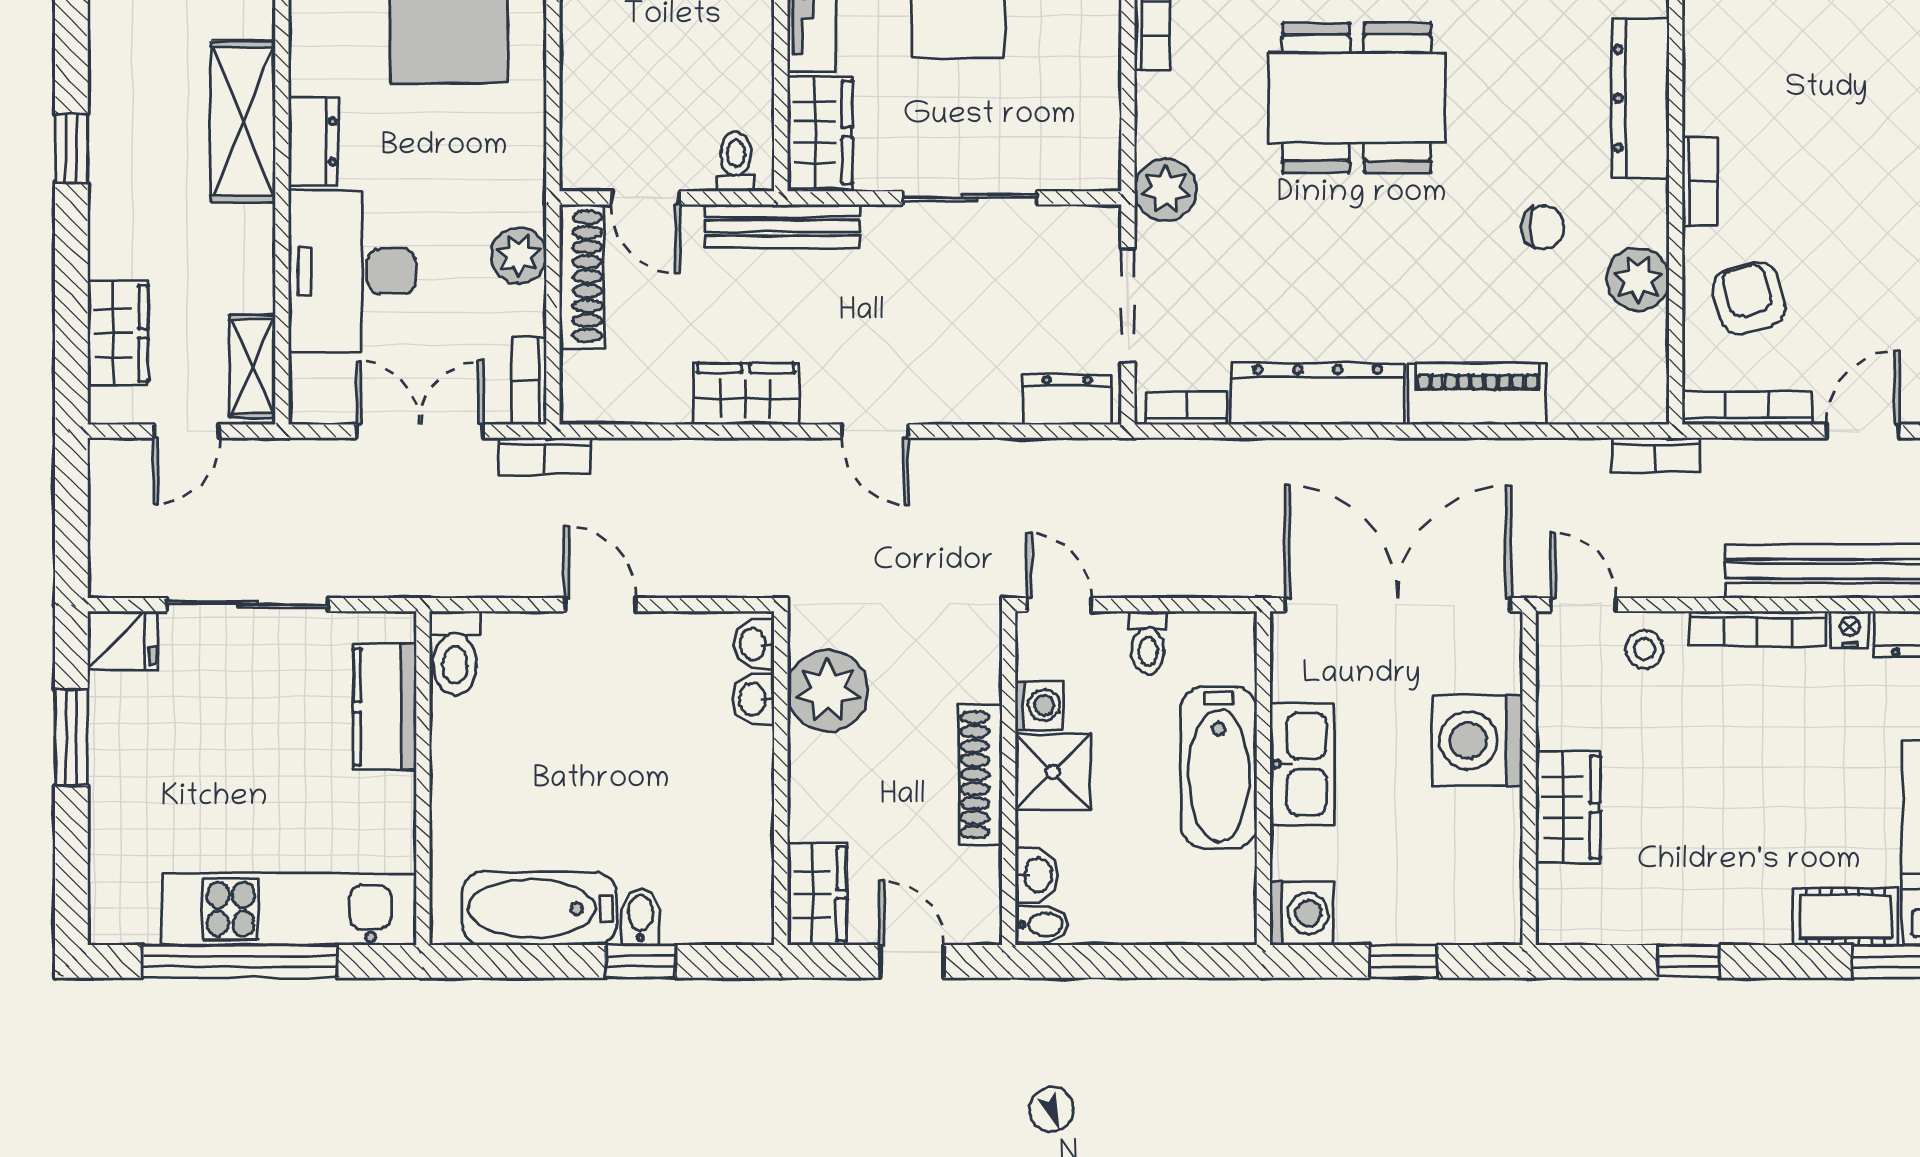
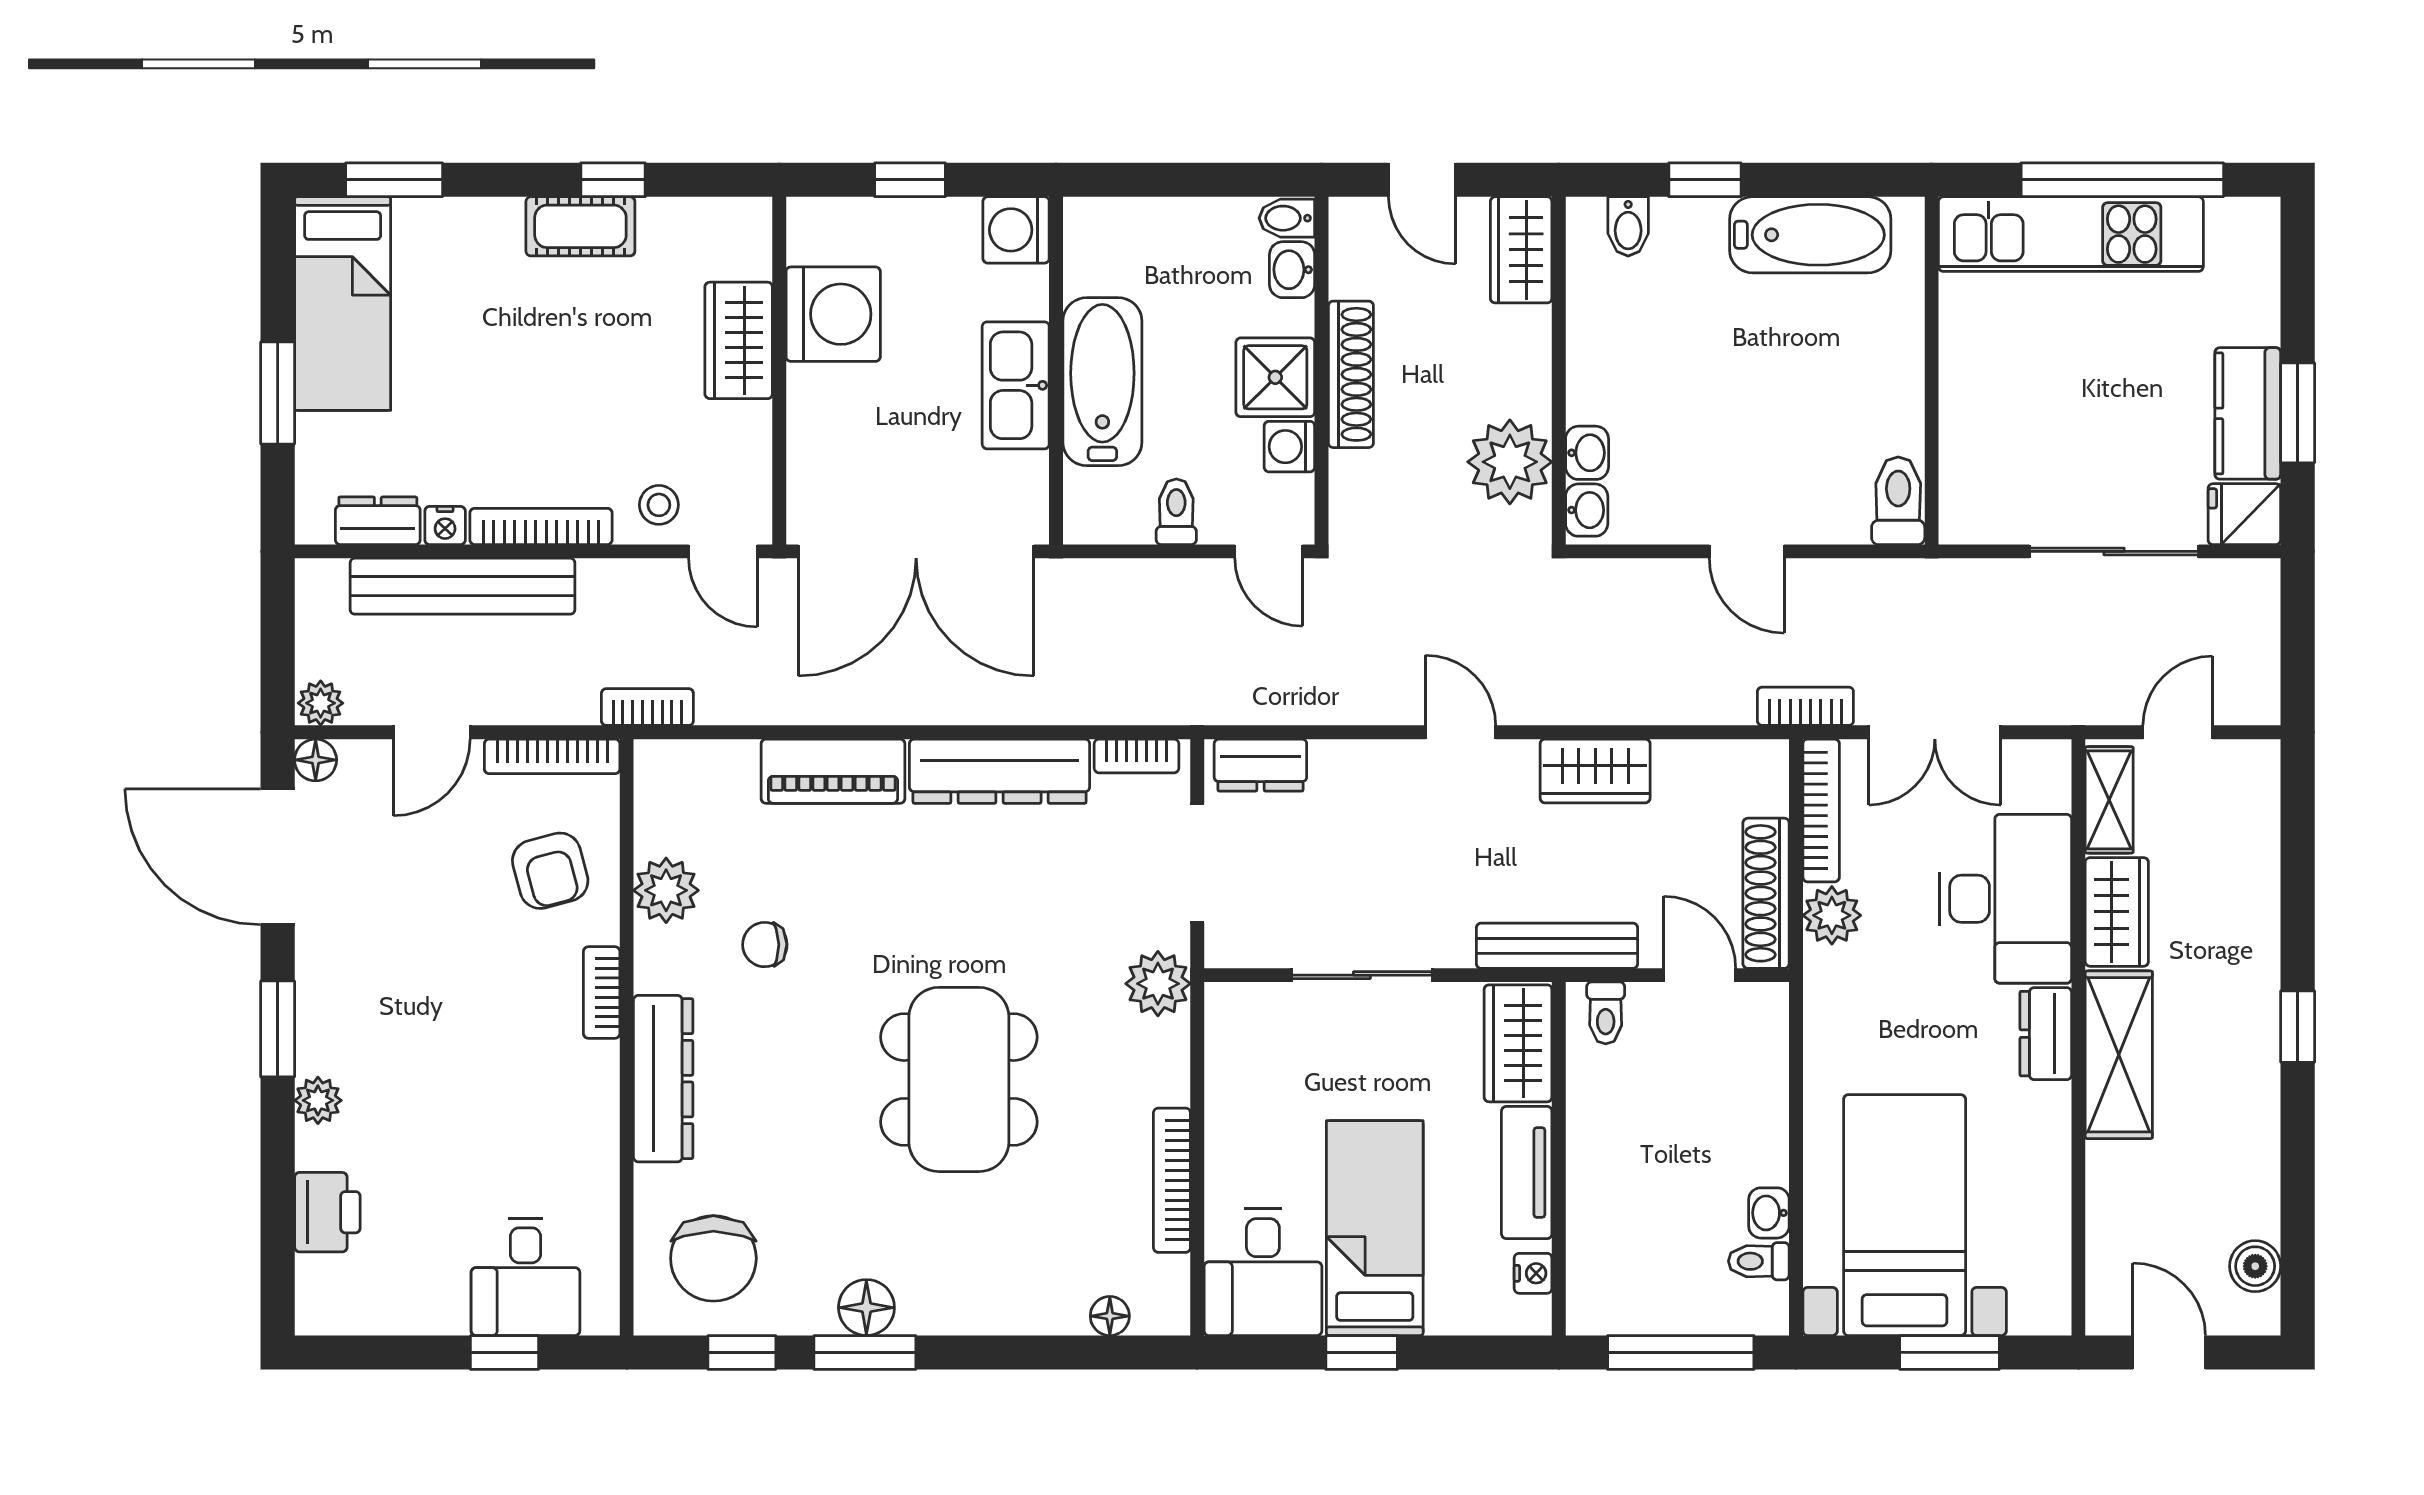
dining table: (1357, 98) -> (959, 1079), turned 90
wardrobe: (118, 333) -> (2117, 912), moved, turned 180
bookcase: (529, 381) -> (1821, 810), width x1.56
kitchen counter: (385, 707) -> (2248, 413), moved, turned 180
washing machine: (1477, 741) -> (833, 314), moved
bidet: (640, 917) -> (1628, 226), moved
cot: (1845, 917) -> (580, 226), moved

